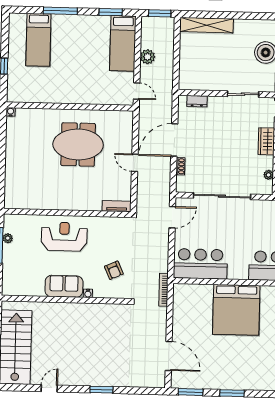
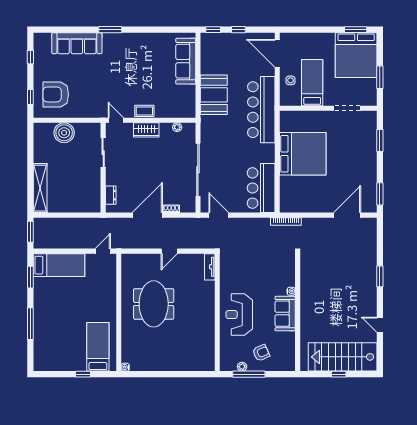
bed: (38, 40) -> (98, 347), moved, turned -90
plant: (148, 57) -> (71, 242), removed
door: (174, 140) -> (147, 215), swing flipped
armchair: (114, 270) -> (261, 353), moved
window: (232, 393) -> (380, 140), moved

